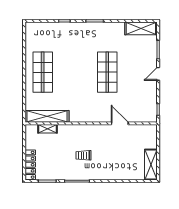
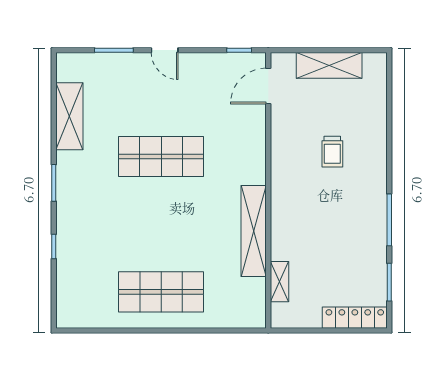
shelving: (141, 28) -> (69, 116), moved
shelving: (47, 116) -> (254, 231), moved
door: (120, 123) -> (268, 86), moved
trolley: (83, 155) -> (332, 152), moved
shelving: (151, 165) -> (329, 65), moved

